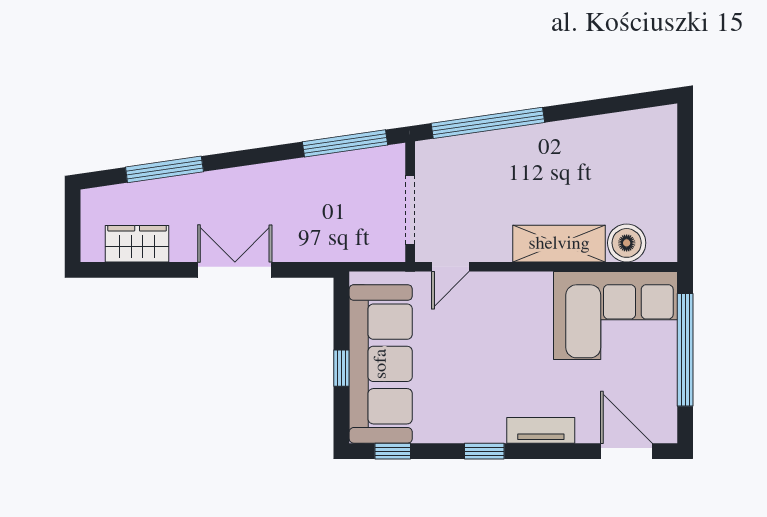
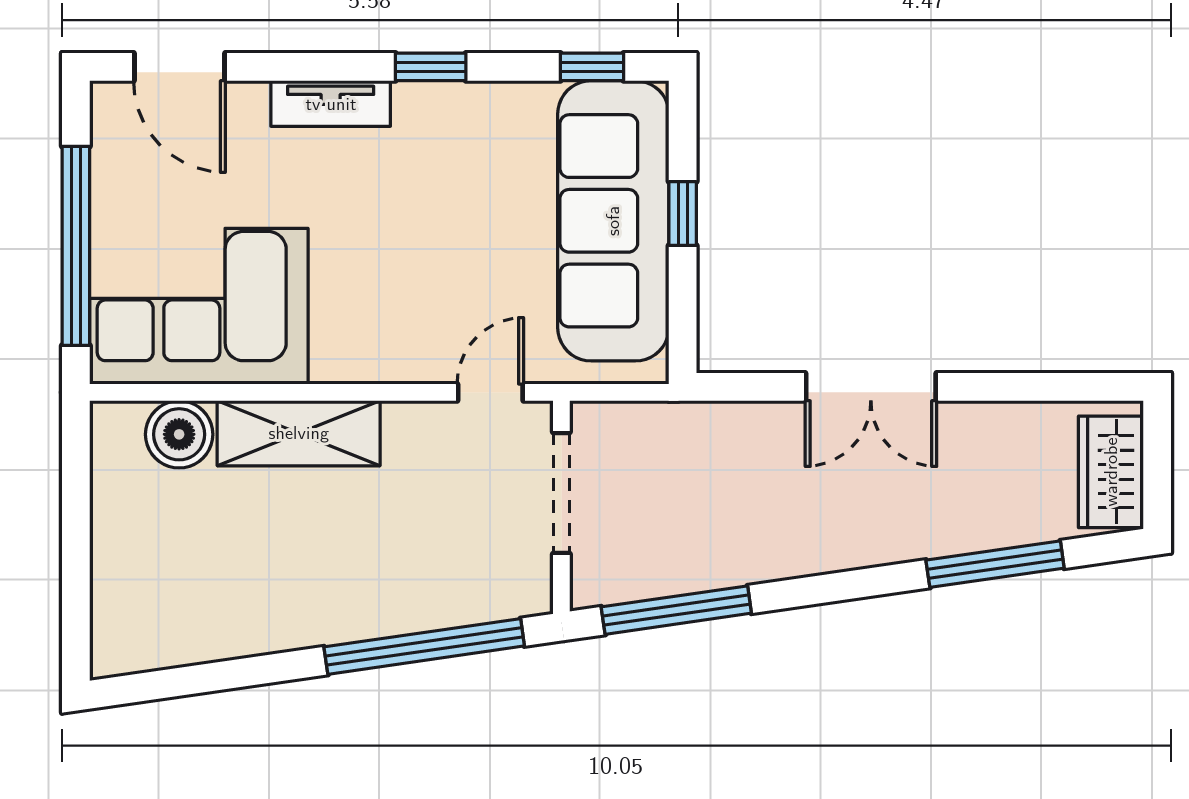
wardrobe: (137, 244) -> (1111, 472), moved, turned 90

